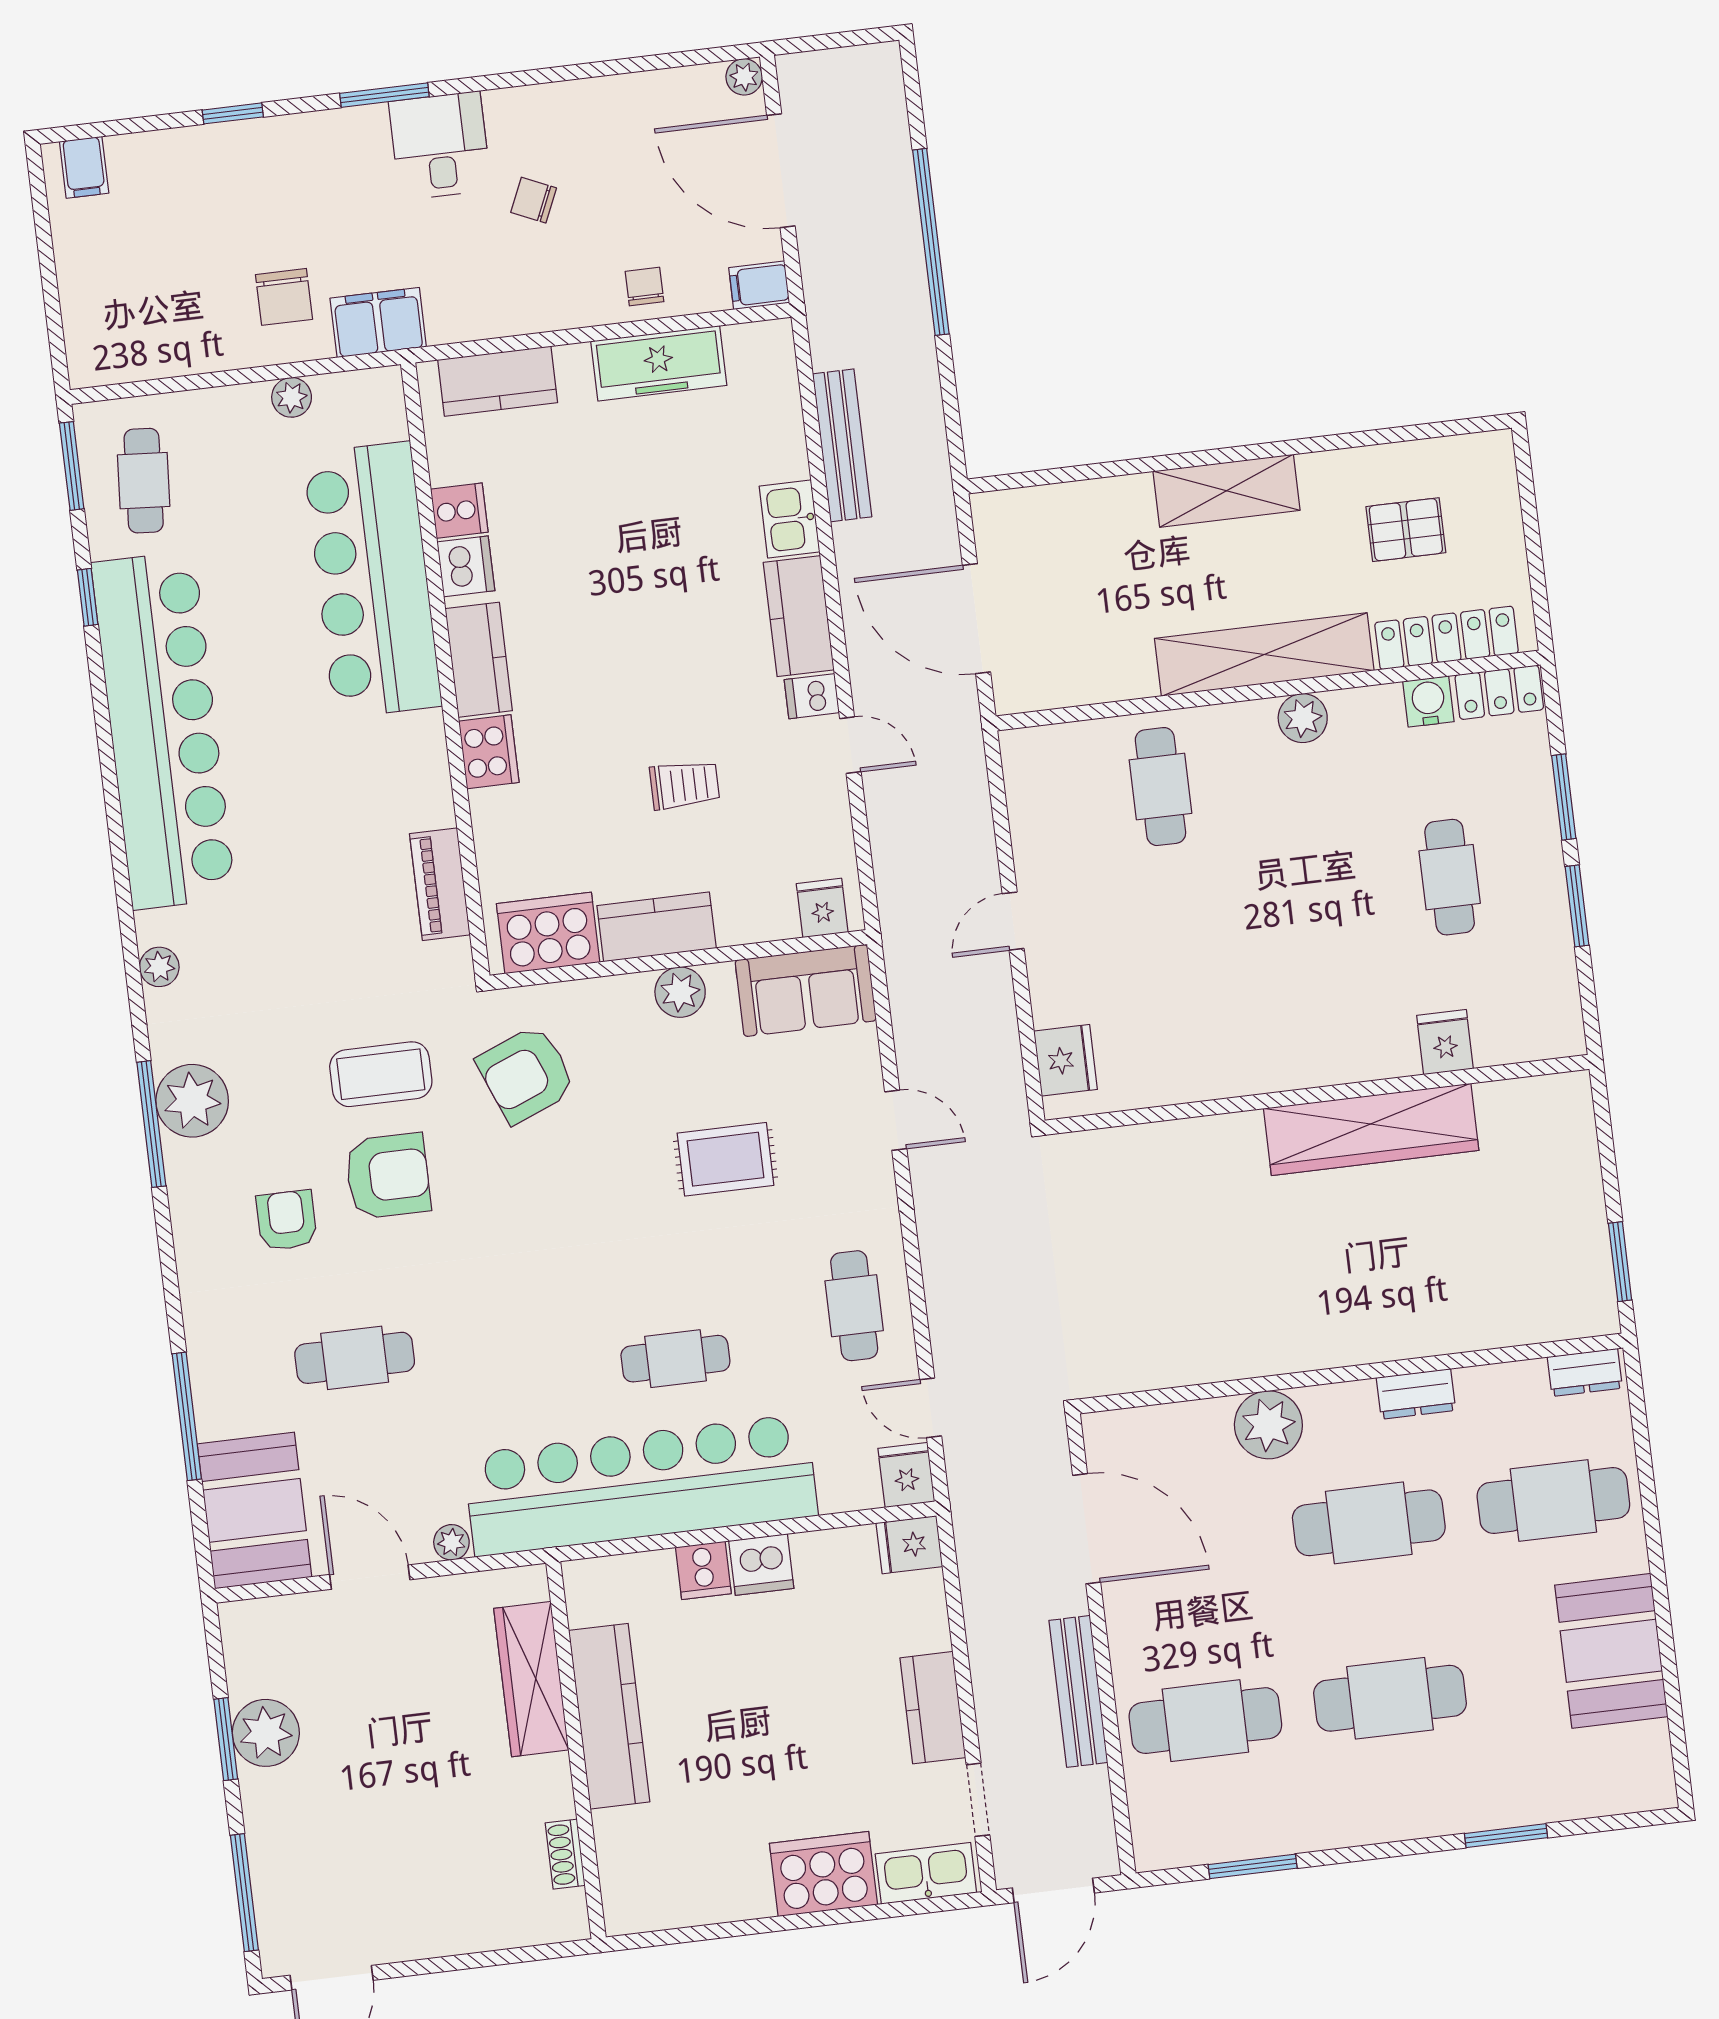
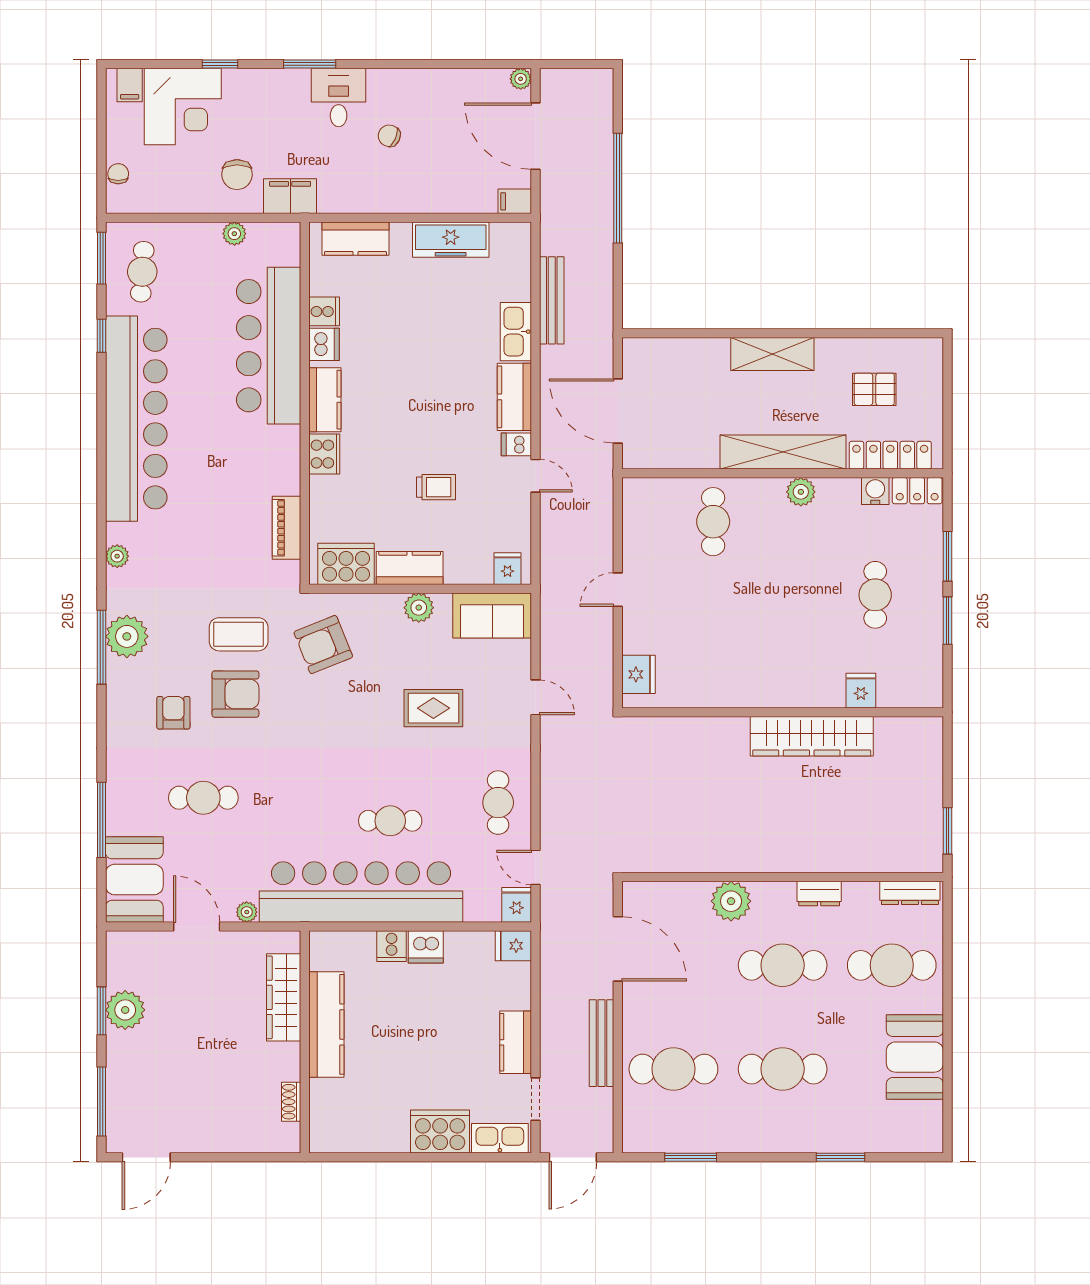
corner desk: (178, 193) -> (183, 106), added
chair: (645, 287) -> (118, 174), moved
kitchen sink: (789, 519) -> (516, 332), width x1.38
dresser: (1585, 1372) -> (910, 893), width x1.44

